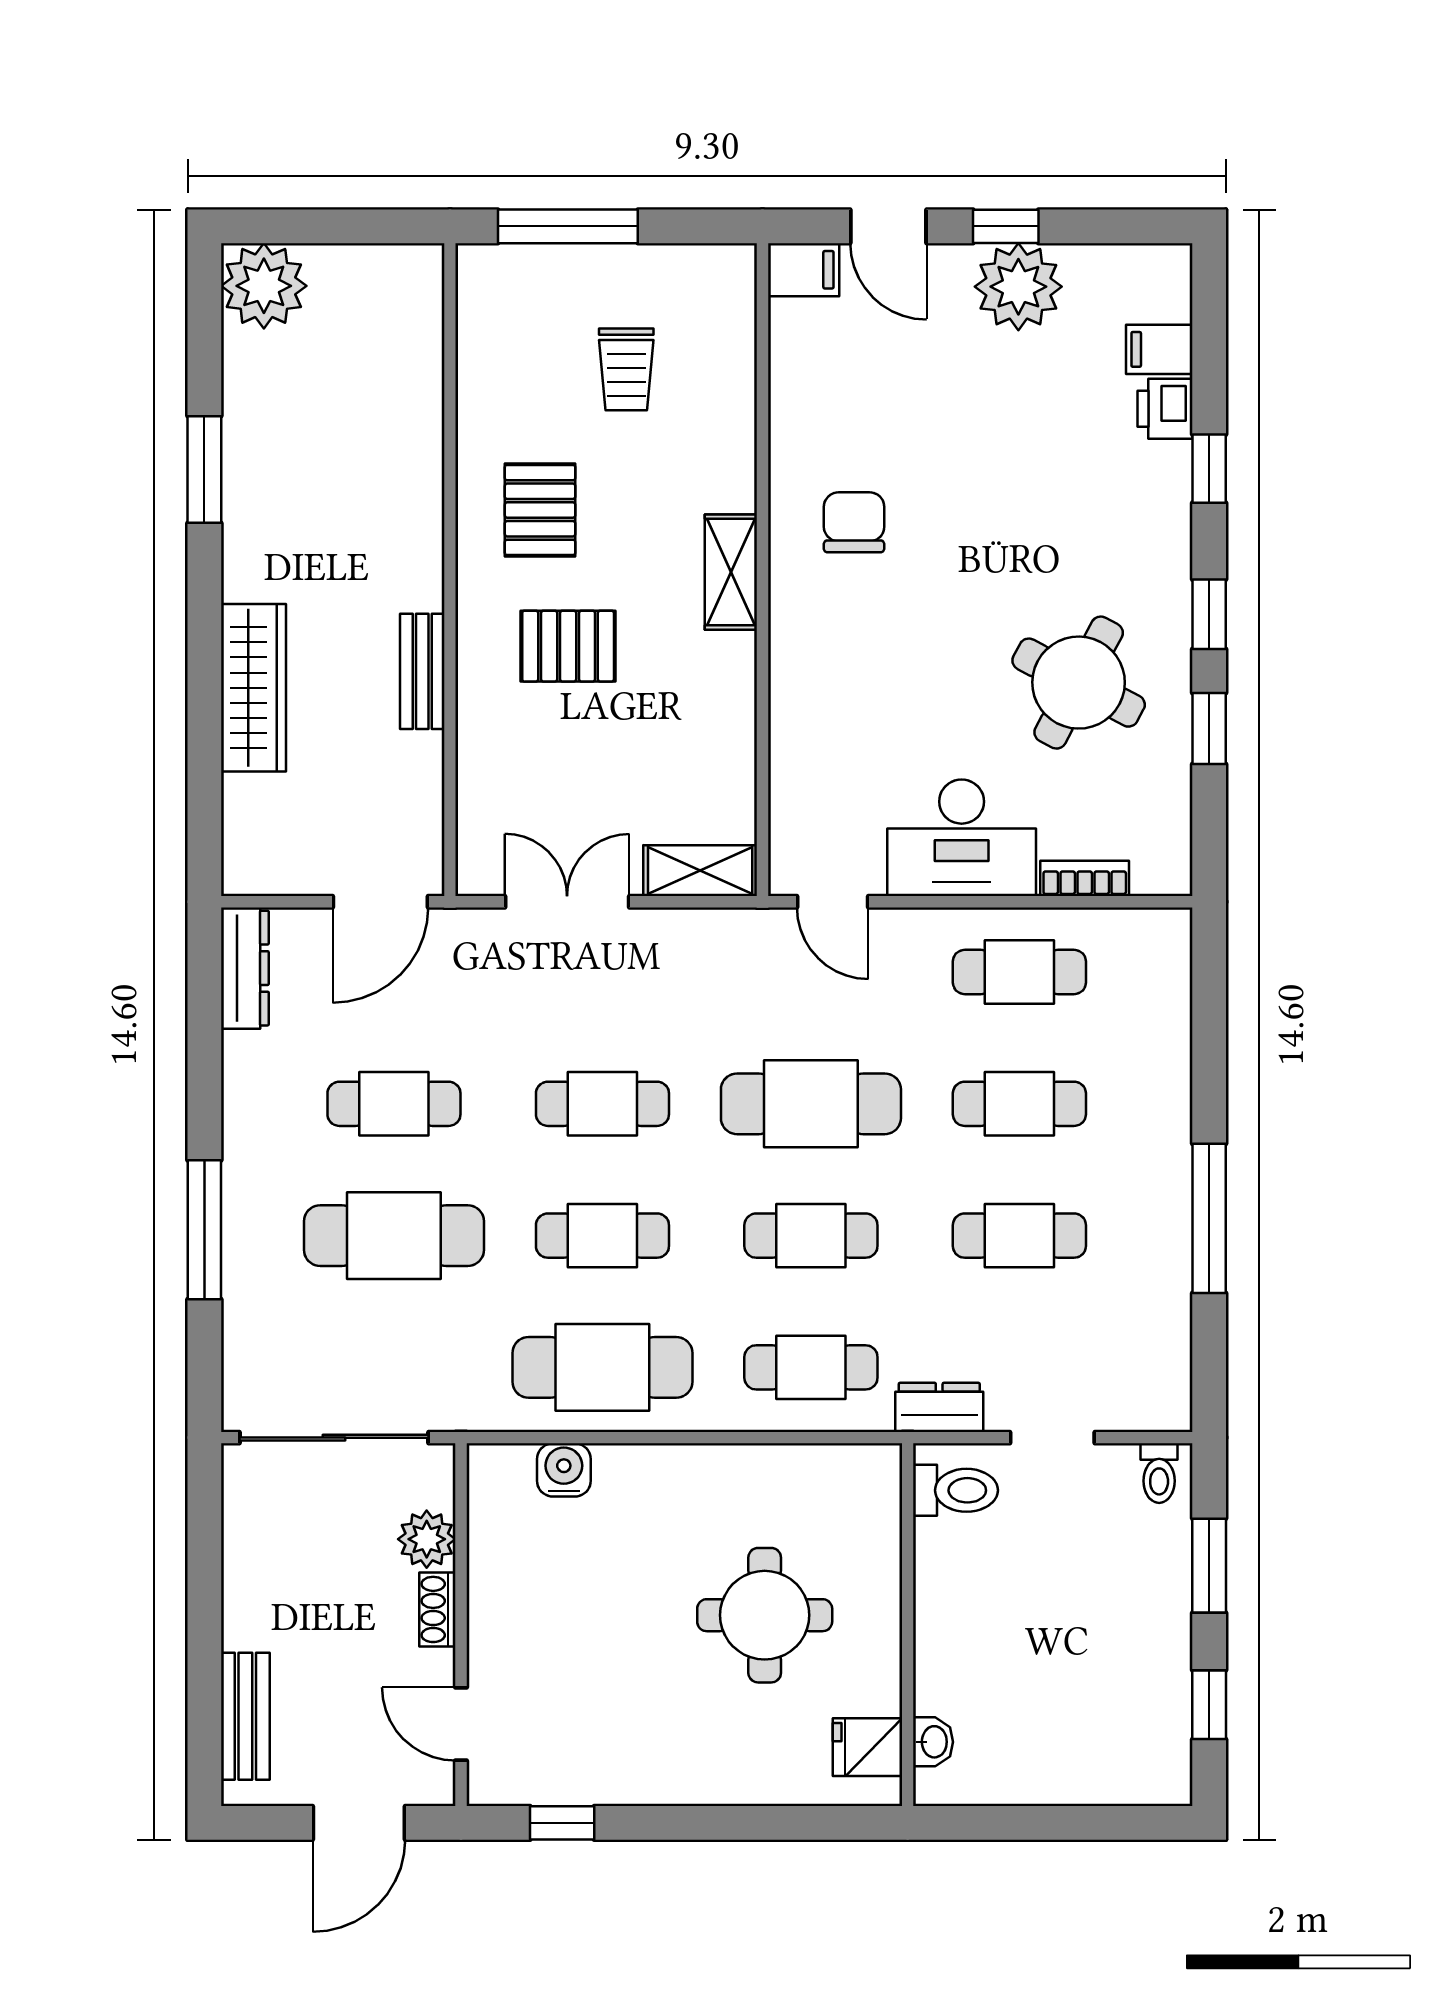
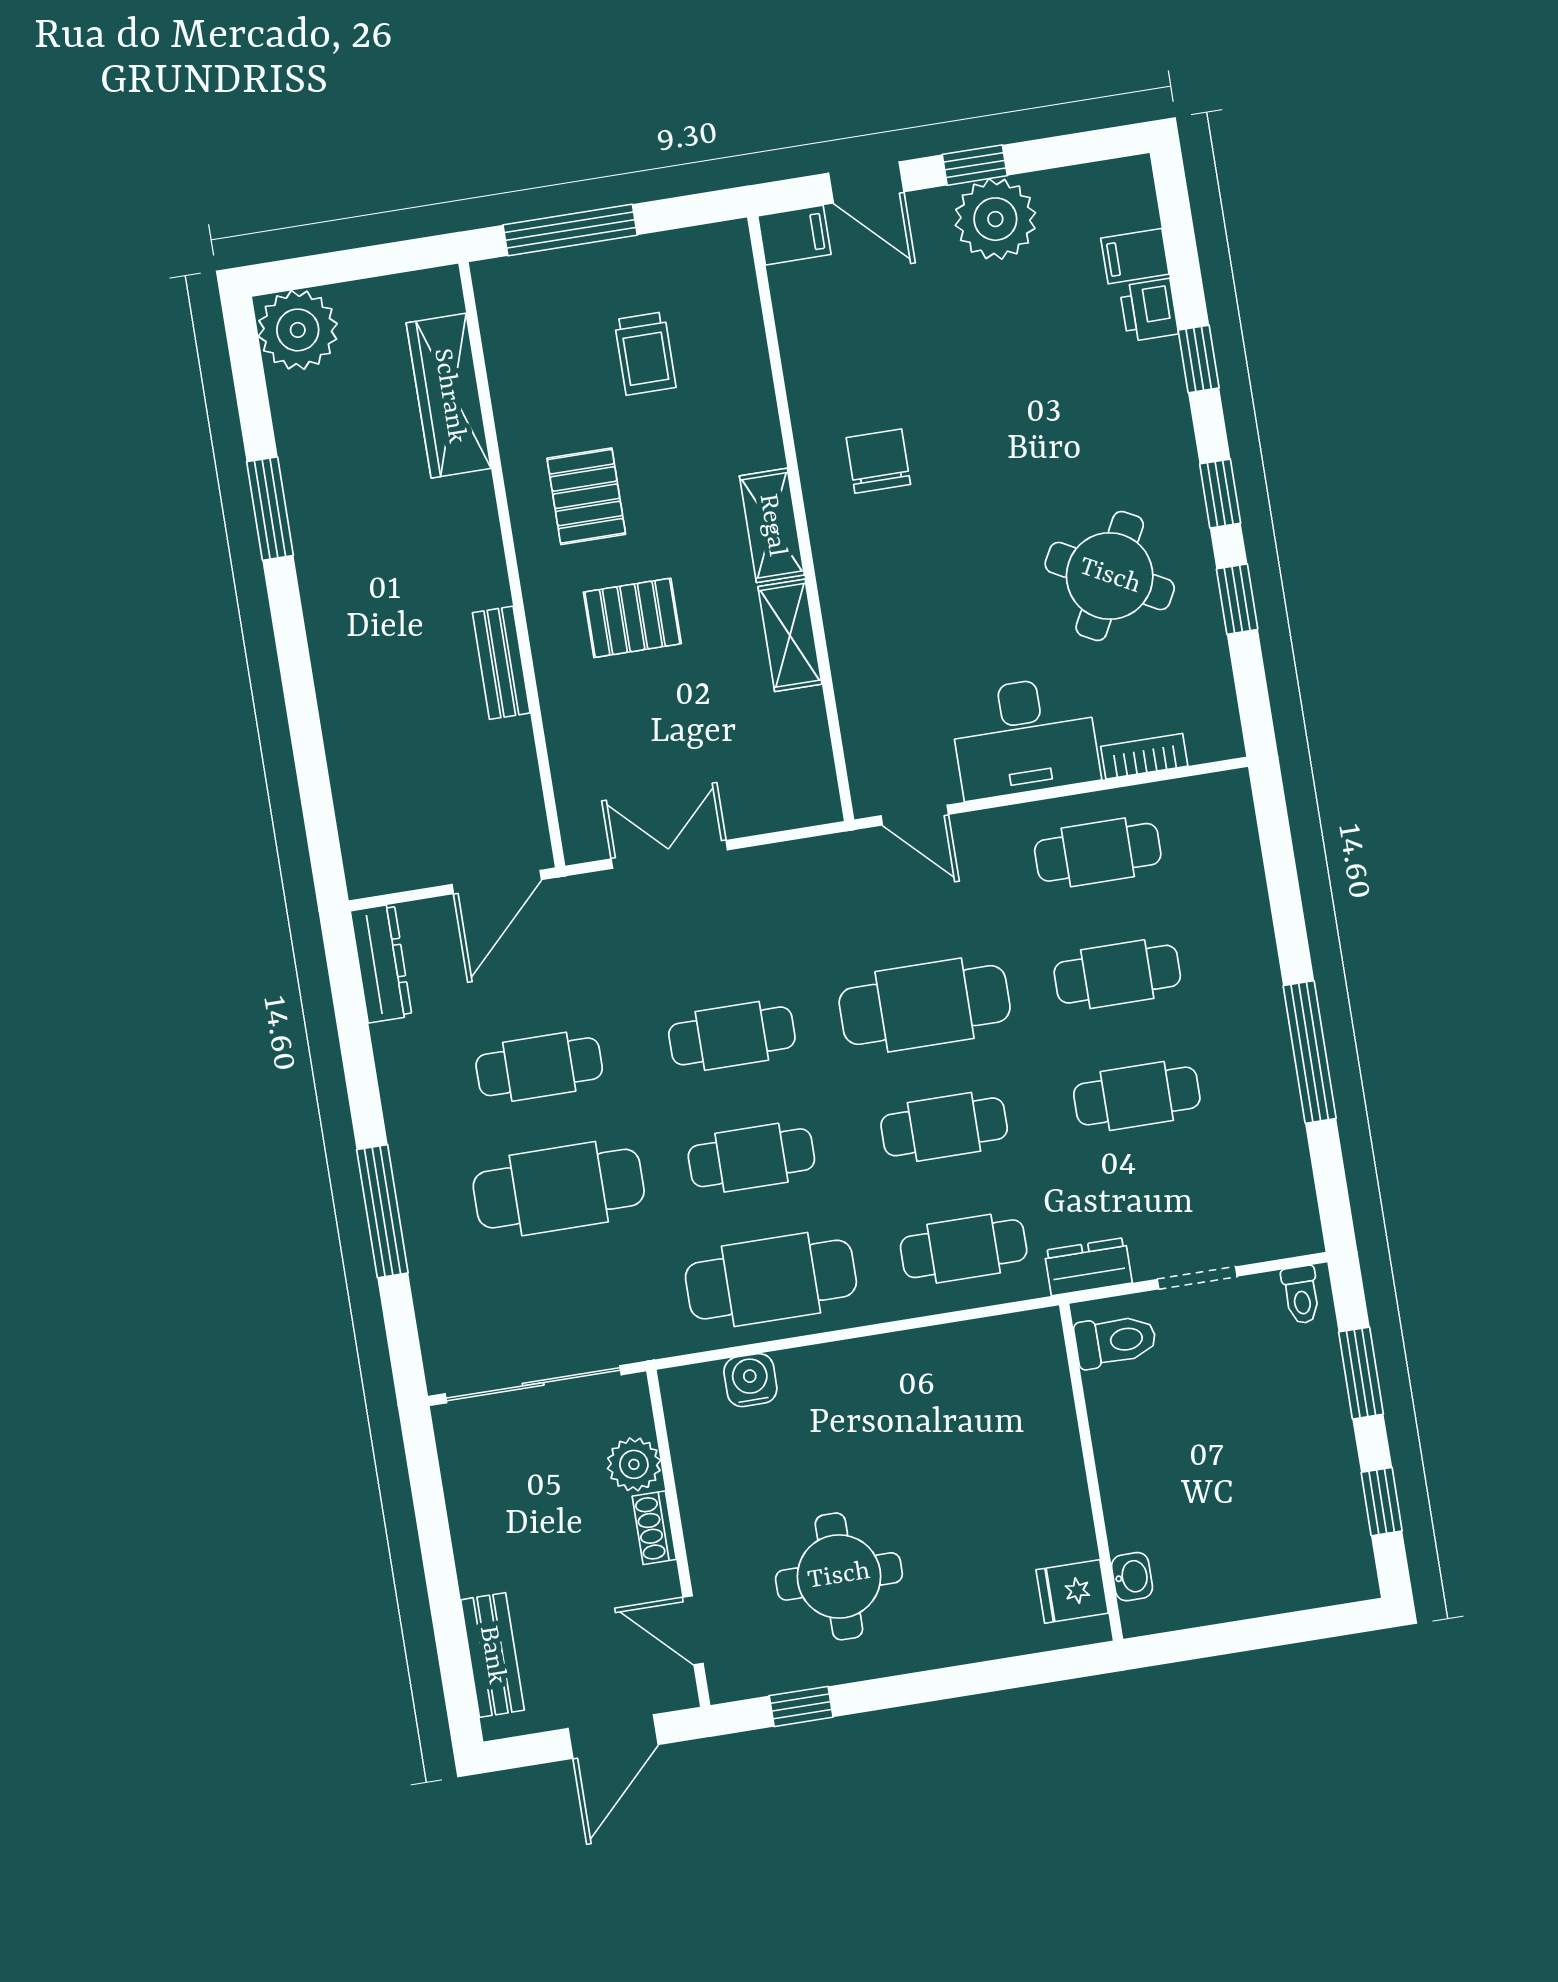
wardrobe: (254, 688) -> (449, 396), moved, turned 180
shelving: (700, 871) -> (790, 635), moved, turned 90
round table: (765, 1615) -> (839, 1576), moved

